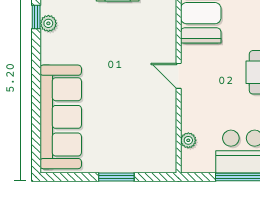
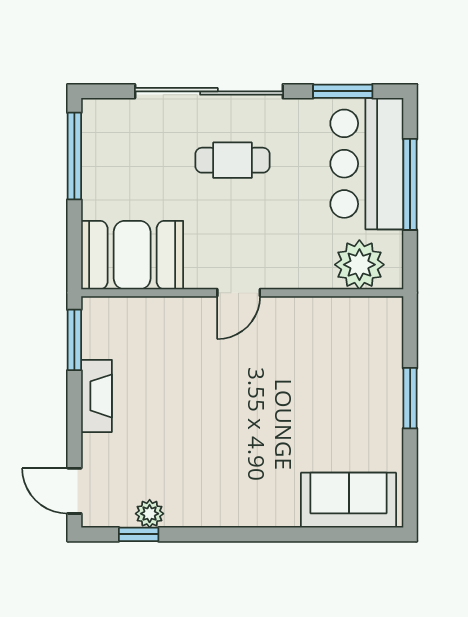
sofa: (61, 117) -> (349, 500), width x0.54, depth x0.79
plant: (188, 140) -> (359, 265), width x1.88, depth x1.88

